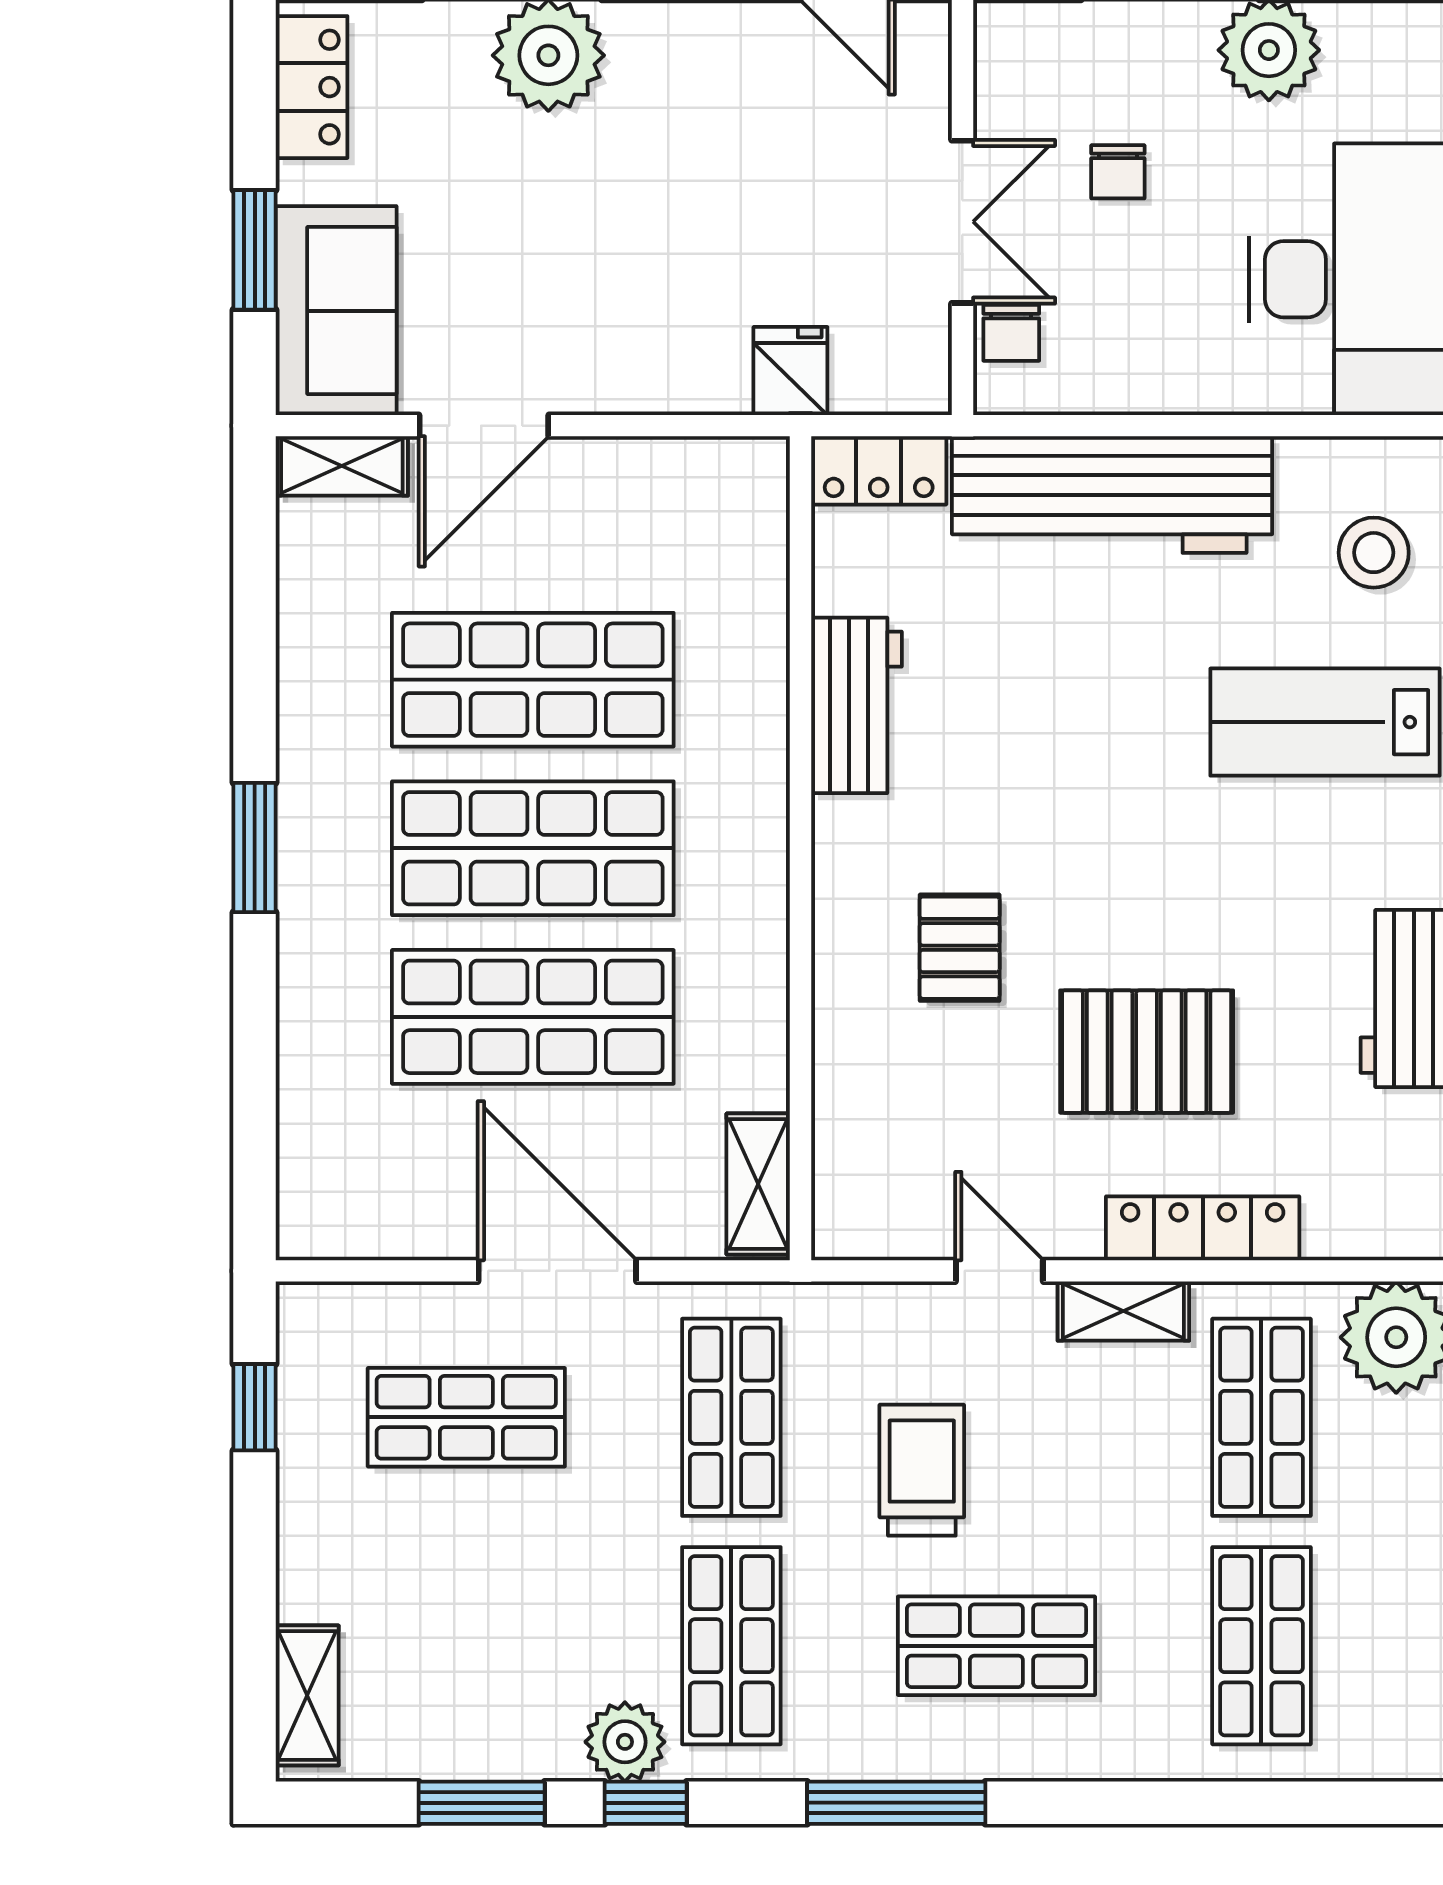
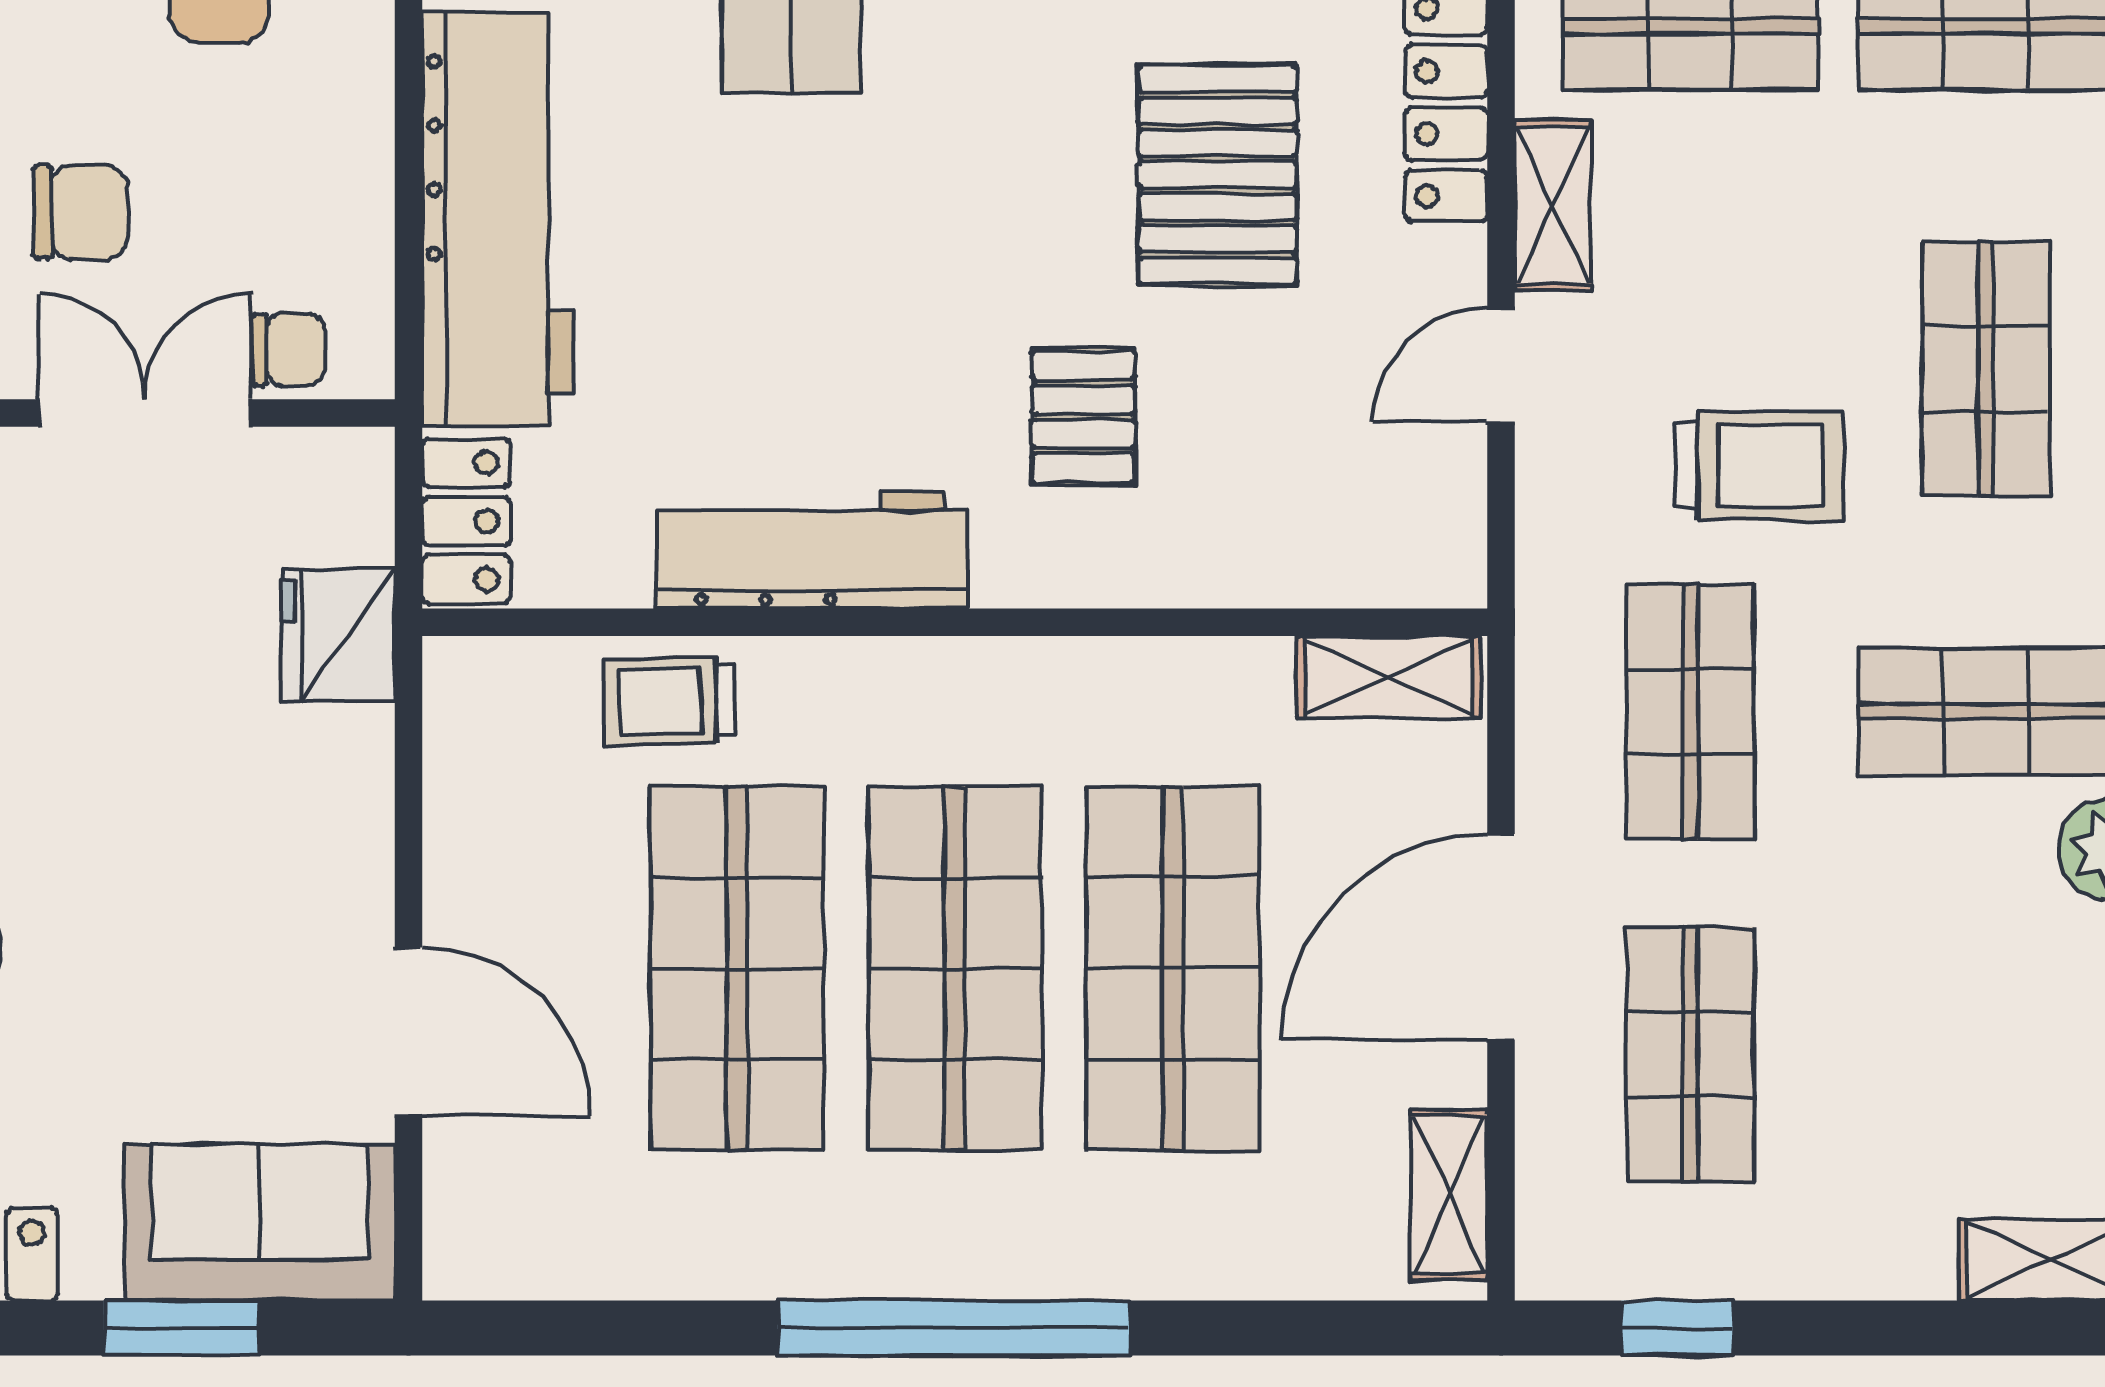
chair: (1118, 172) -> (80, 212), width x1.37, depth x1.37
fridge: (790, 371) -> (338, 635), width x1.38
shelving: (342, 466) -> (1449, 1195), moved
trolley: (739, 628) -> (670, 701), added
workbench: (856, 705) -> (813, 550), width x1.38
window: (255, 847) -> (954, 1328), width x2.11
pallet: (960, 948) -> (1083, 417), turned 90
shop shelf: (731, 1417) -> (1690, 712), turned 90
trolley: (922, 1470) -> (1759, 466), turned 180

